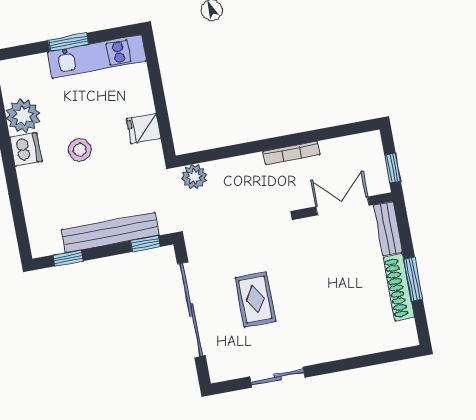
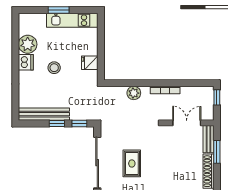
window: (393, 168) -> (217, 97), moved
plant: (194, 177) -> (134, 93), moved
bench: (110, 232) -> (44, 114), moved
window: (68, 258) -> (57, 123), moved
window: (413, 279) -> (217, 152), moved

